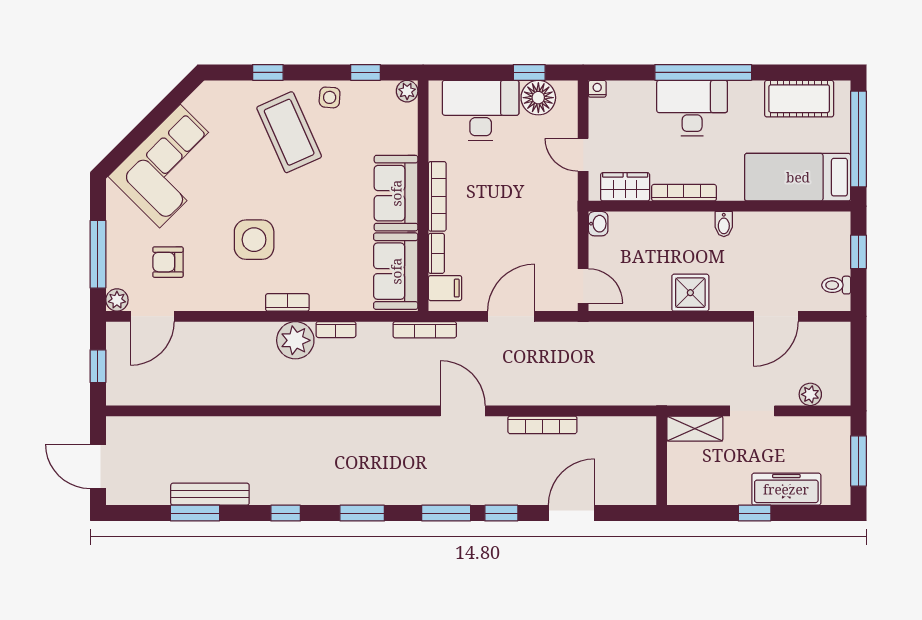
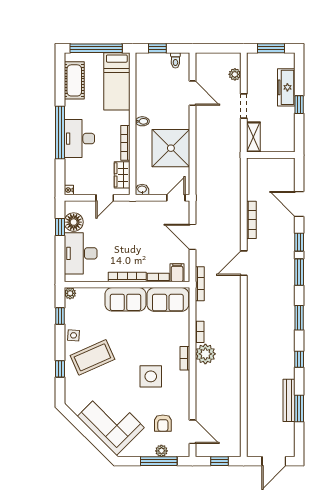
shower: (690, 293) -> (171, 148), width x1.86, depth x1.86
plant: (117, 300) -> (161, 451), moved

